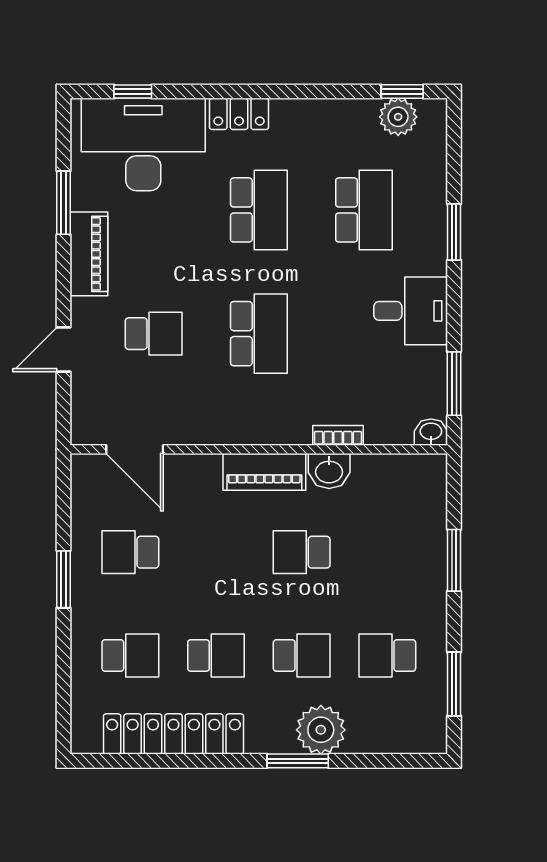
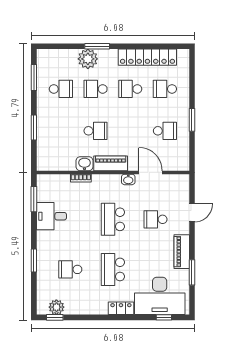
school desk: (364, 210) -> (70, 269), width x0.54
desk: (411, 311) -> (51, 216), moved
washbasin: (431, 432) -> (128, 179), moved
door: (135, 449) -> (151, 172), moved

